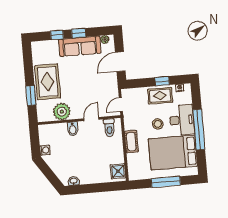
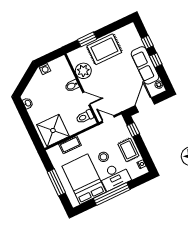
door: (120, 62) -> (145, 105), hinge flipped
window: (162, 81) -> (133, 130), moved
cot: (131, 142) -> (70, 145), moved
shower: (118, 171) -> (53, 130), width x1.86, depth x1.86

